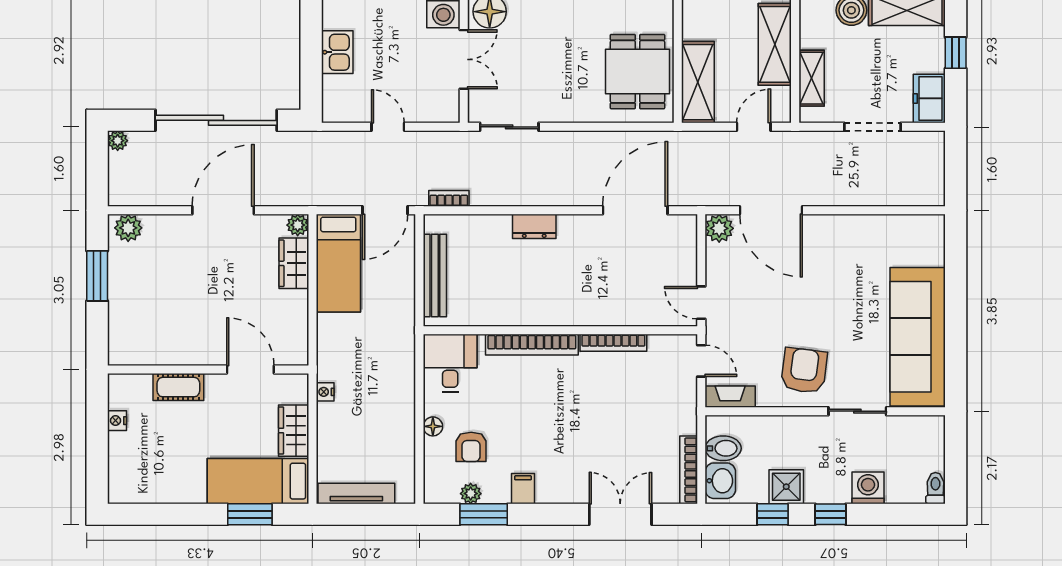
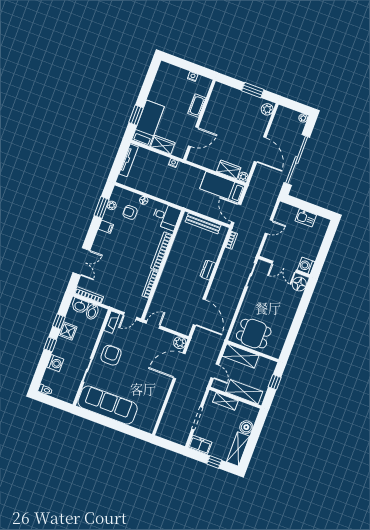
armchair: (804, 371) -> (111, 355), turned -97

